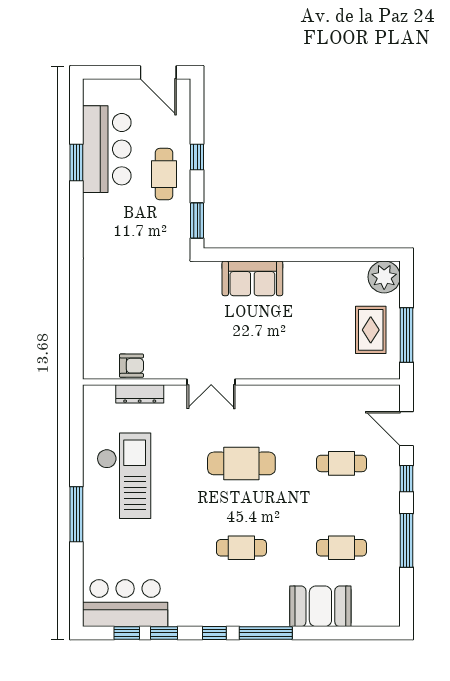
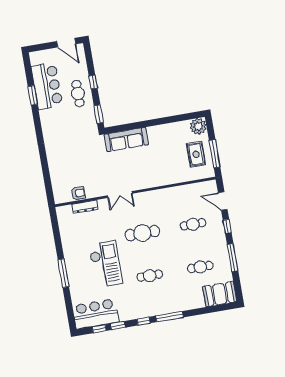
sofa: (252, 278) -> (126, 139), width x1.36
checkout: (124, 476) -> (106, 264), moved
booth: (320, 606) -> (220, 294), moved

